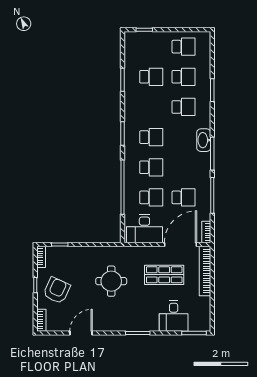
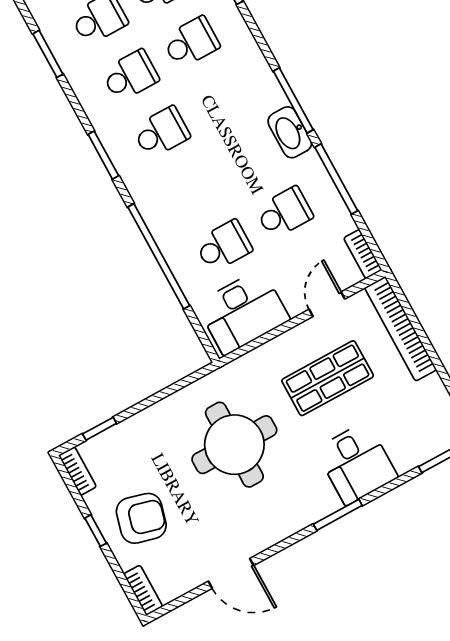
washbasin: (204, 140) -> (290, 132), moved
school desk: (151, 167) -> (130, 76), moved
door: (181, 244) -> (327, 304), width x0.53
round table: (111, 281) -> (234, 445), width x1.36, depth x1.36
armchair: (57, 290) -> (141, 518), turned 80
desk: (174, 316) -> (356, 463), moved
door: (81, 333) -> (231, 573), swing flipped

